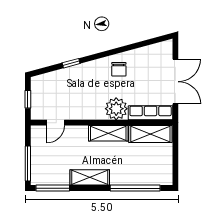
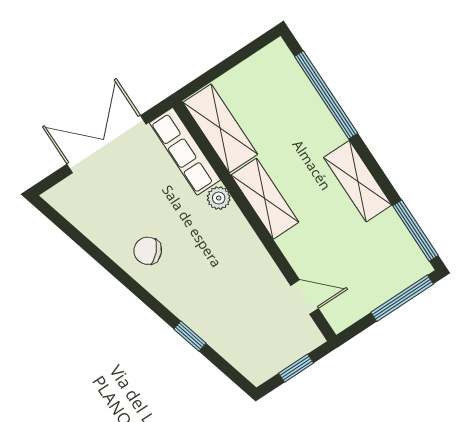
chair: (119, 69) -> (148, 251), turned -137
plant: (116, 109) -> (219, 198), width x0.53, depth x0.53

